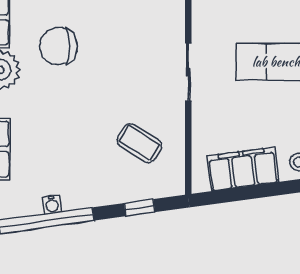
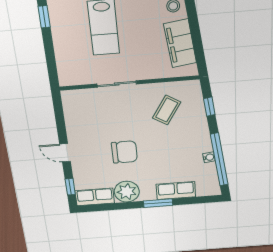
chair: (58, 46) -> (124, 152), moved, turned -90

